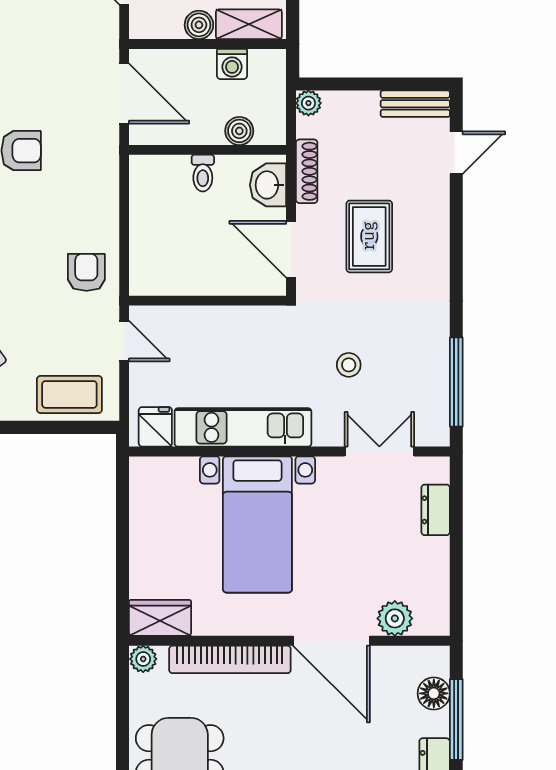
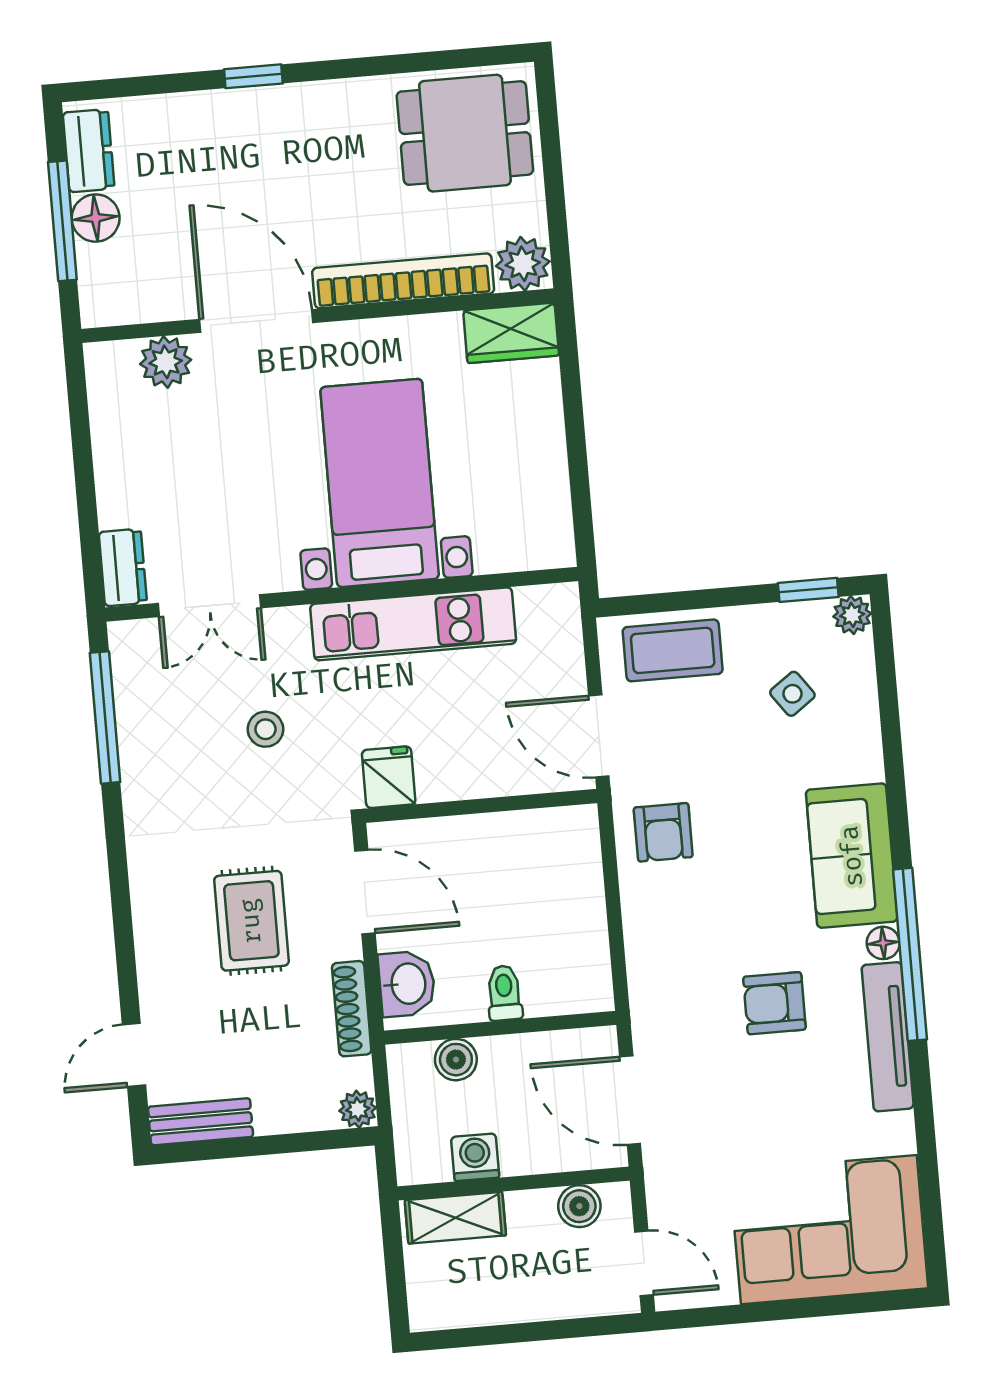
boiler: (199, 25) -> (579, 1206), moved
door: (124, 341) -> (599, 736), width x1.38
fridge: (155, 427) -> (389, 777), moved, turned 180
dresser: (436, 510) -> (123, 567), moved
plant: (143, 659) -> (523, 264), width x1.38, depth x1.38
floor lamp: (434, 693) -> (96, 218), moved

